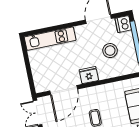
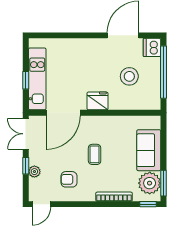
kitchen unit: (50, 39) -> (37, 79), moved, turned -90
window: (29, 70) -> (26, 80), added

